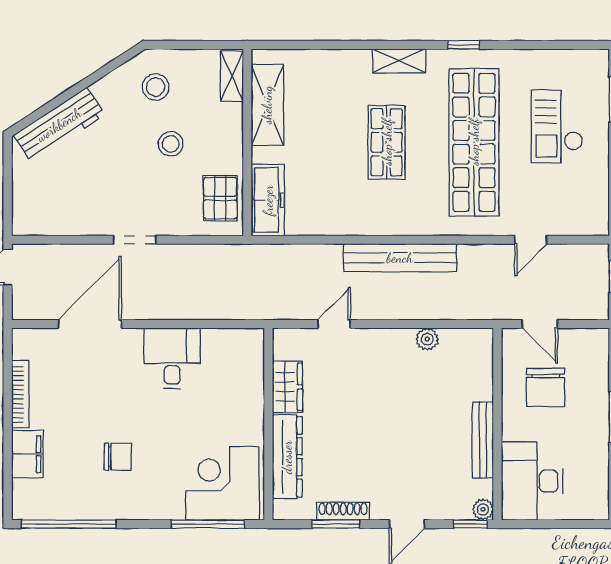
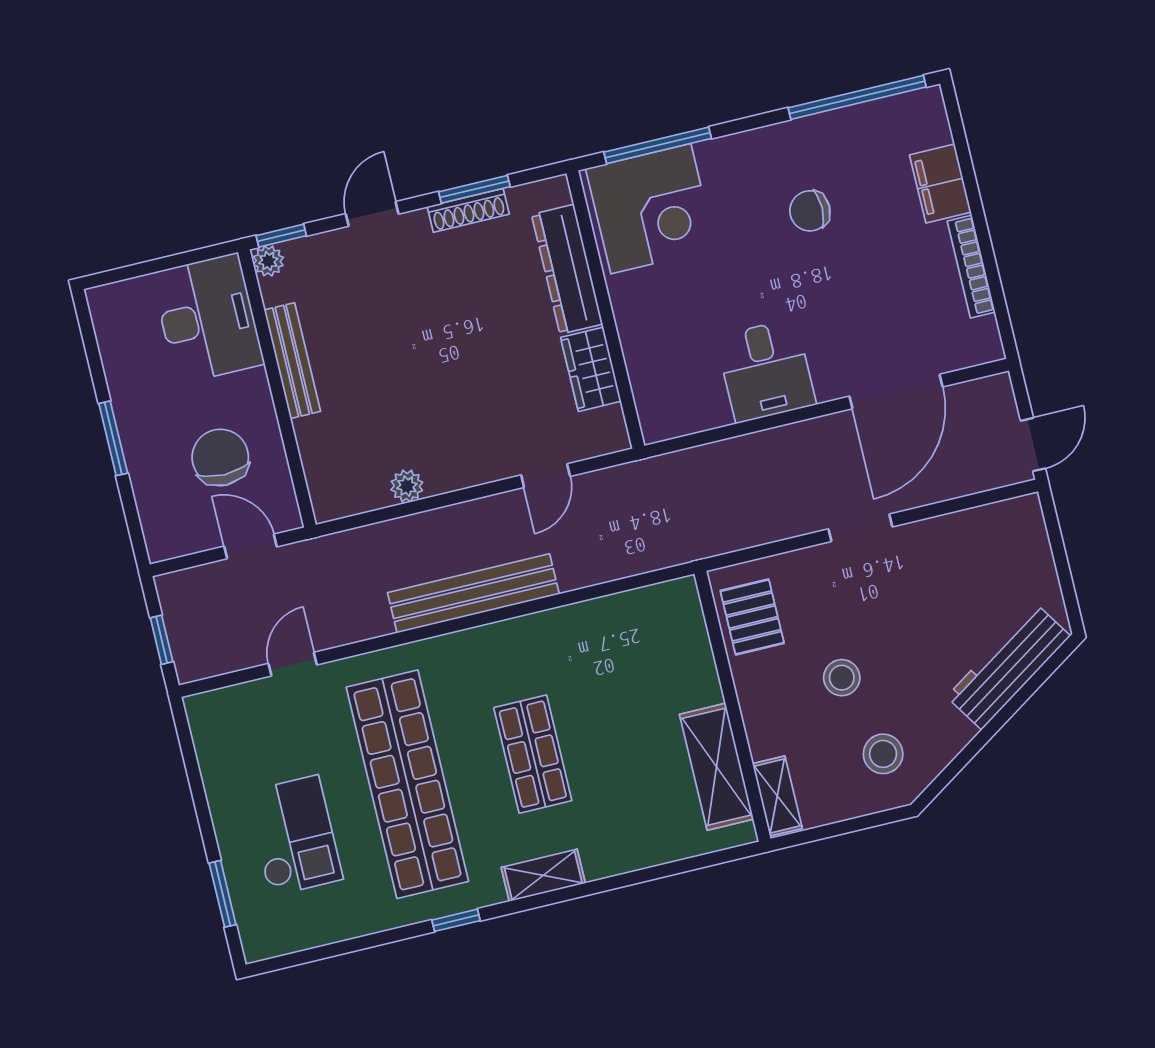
freezer: (268, 200) -> (683, 631), removed

